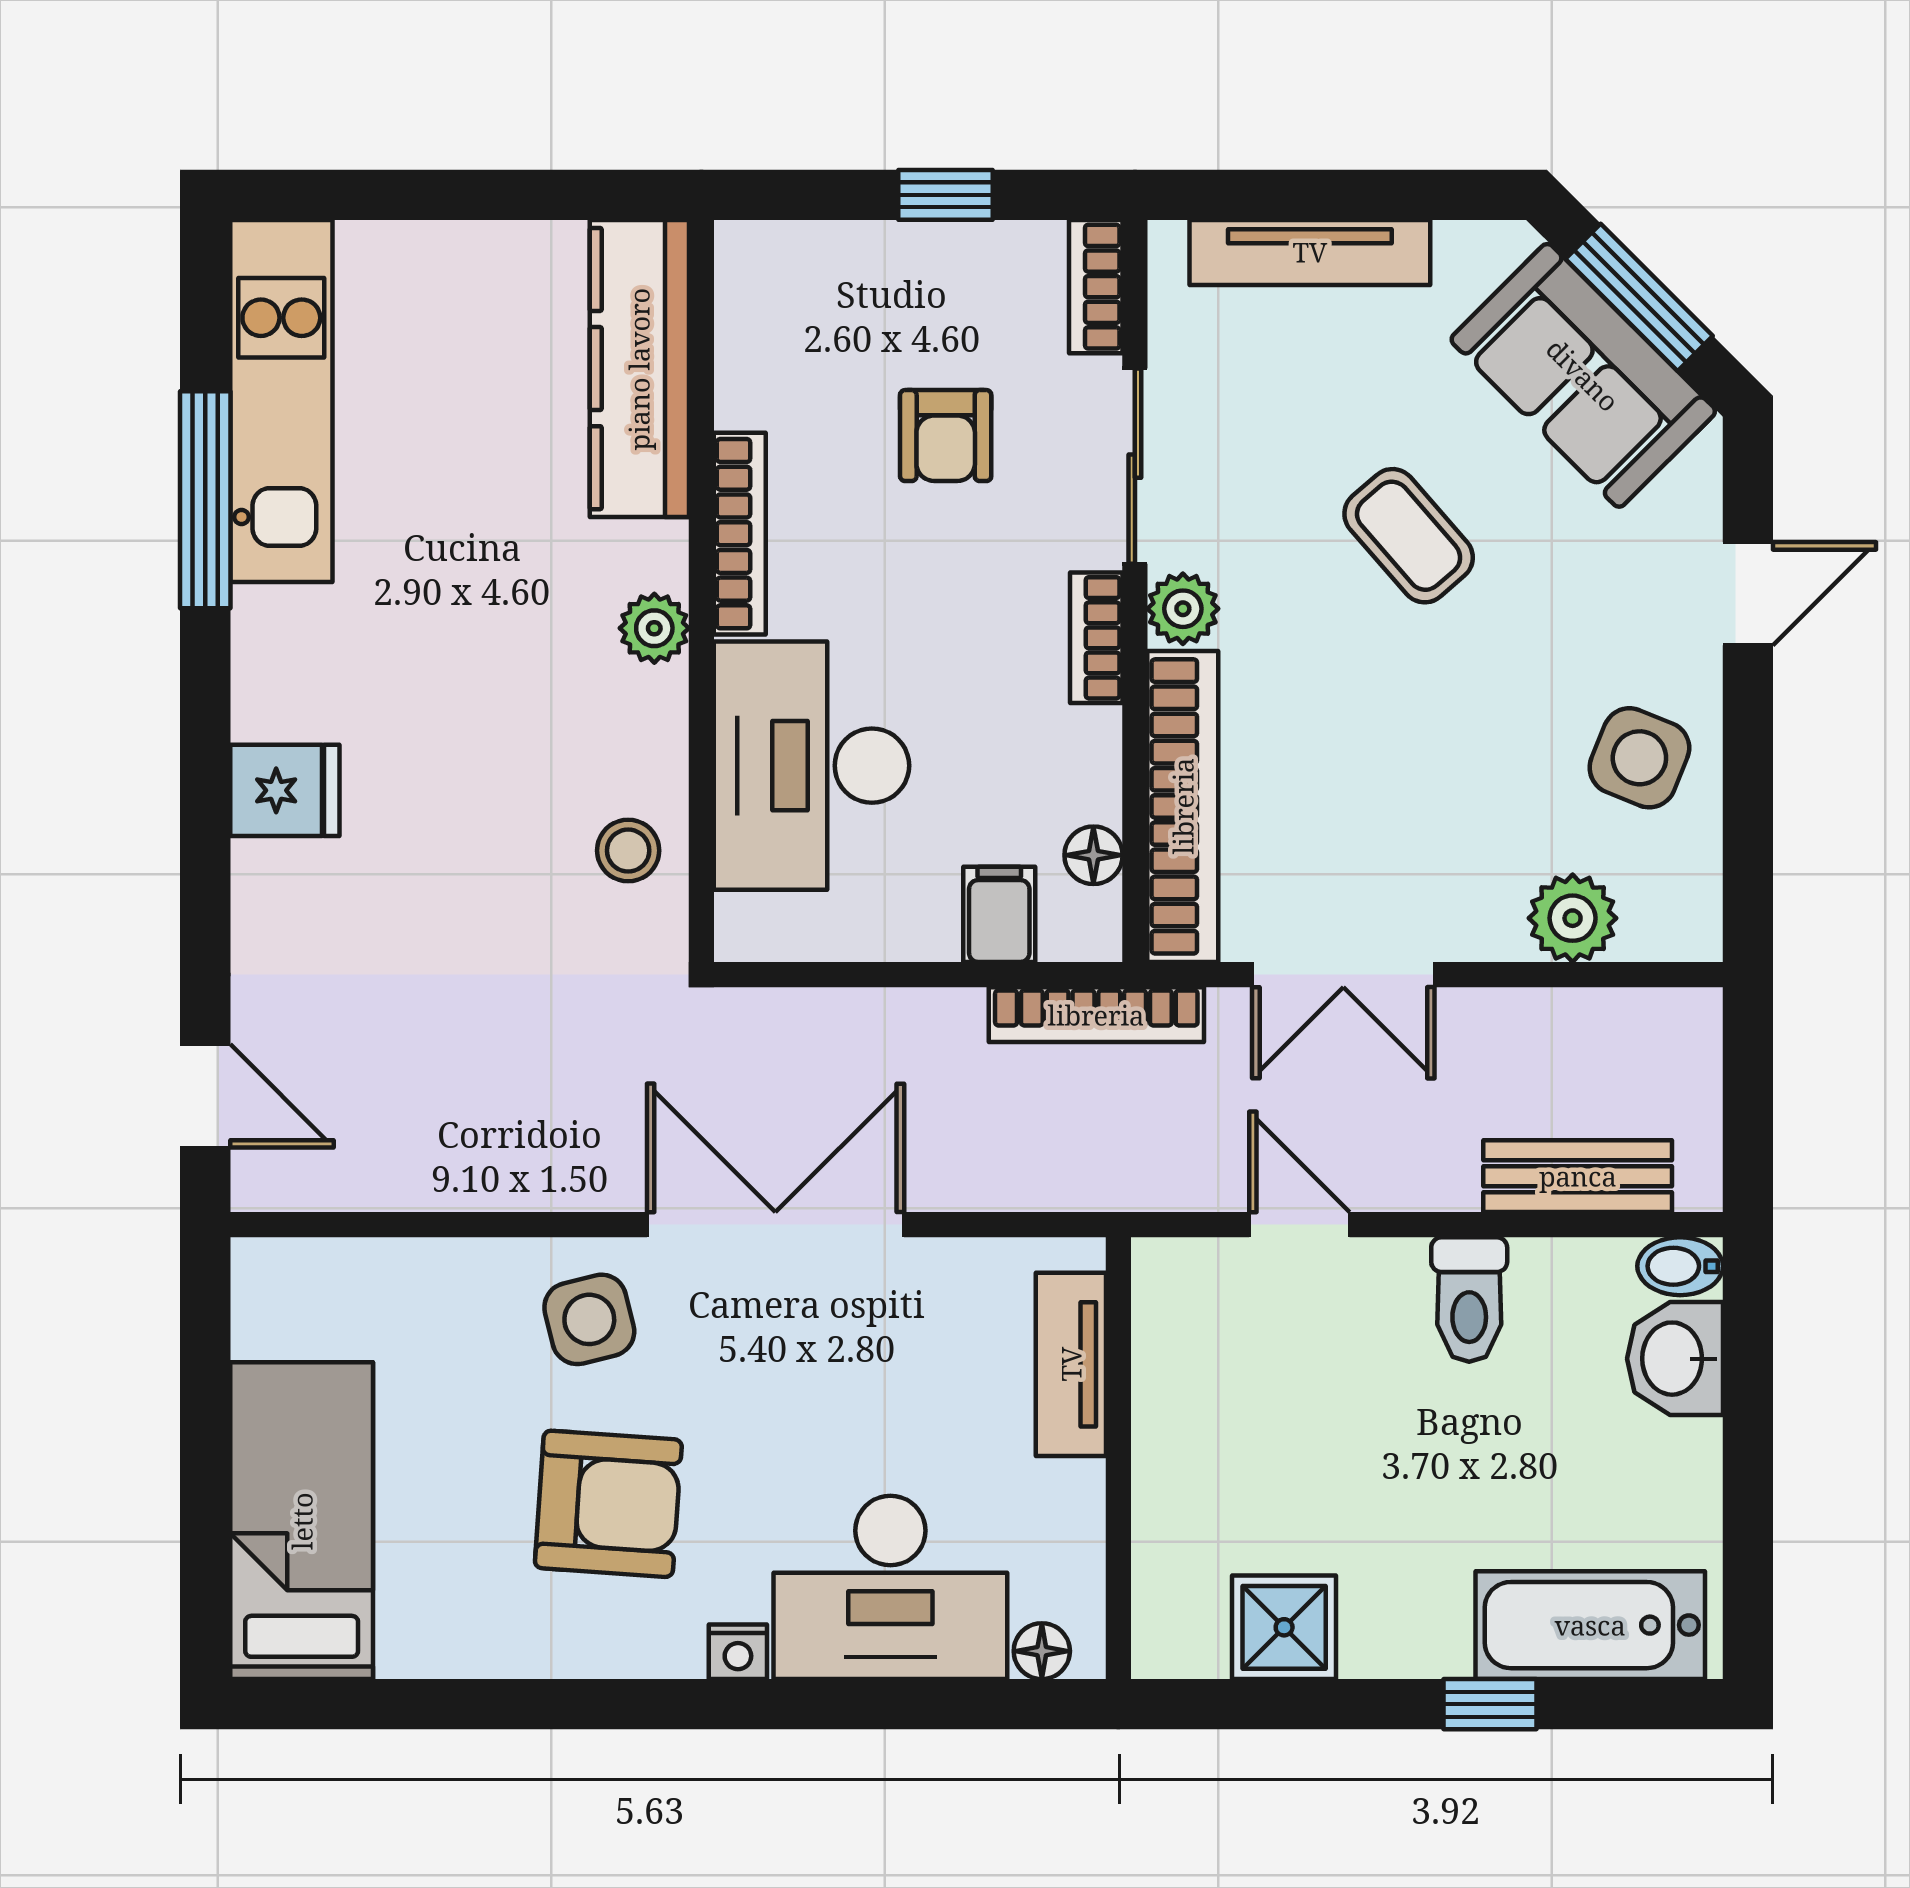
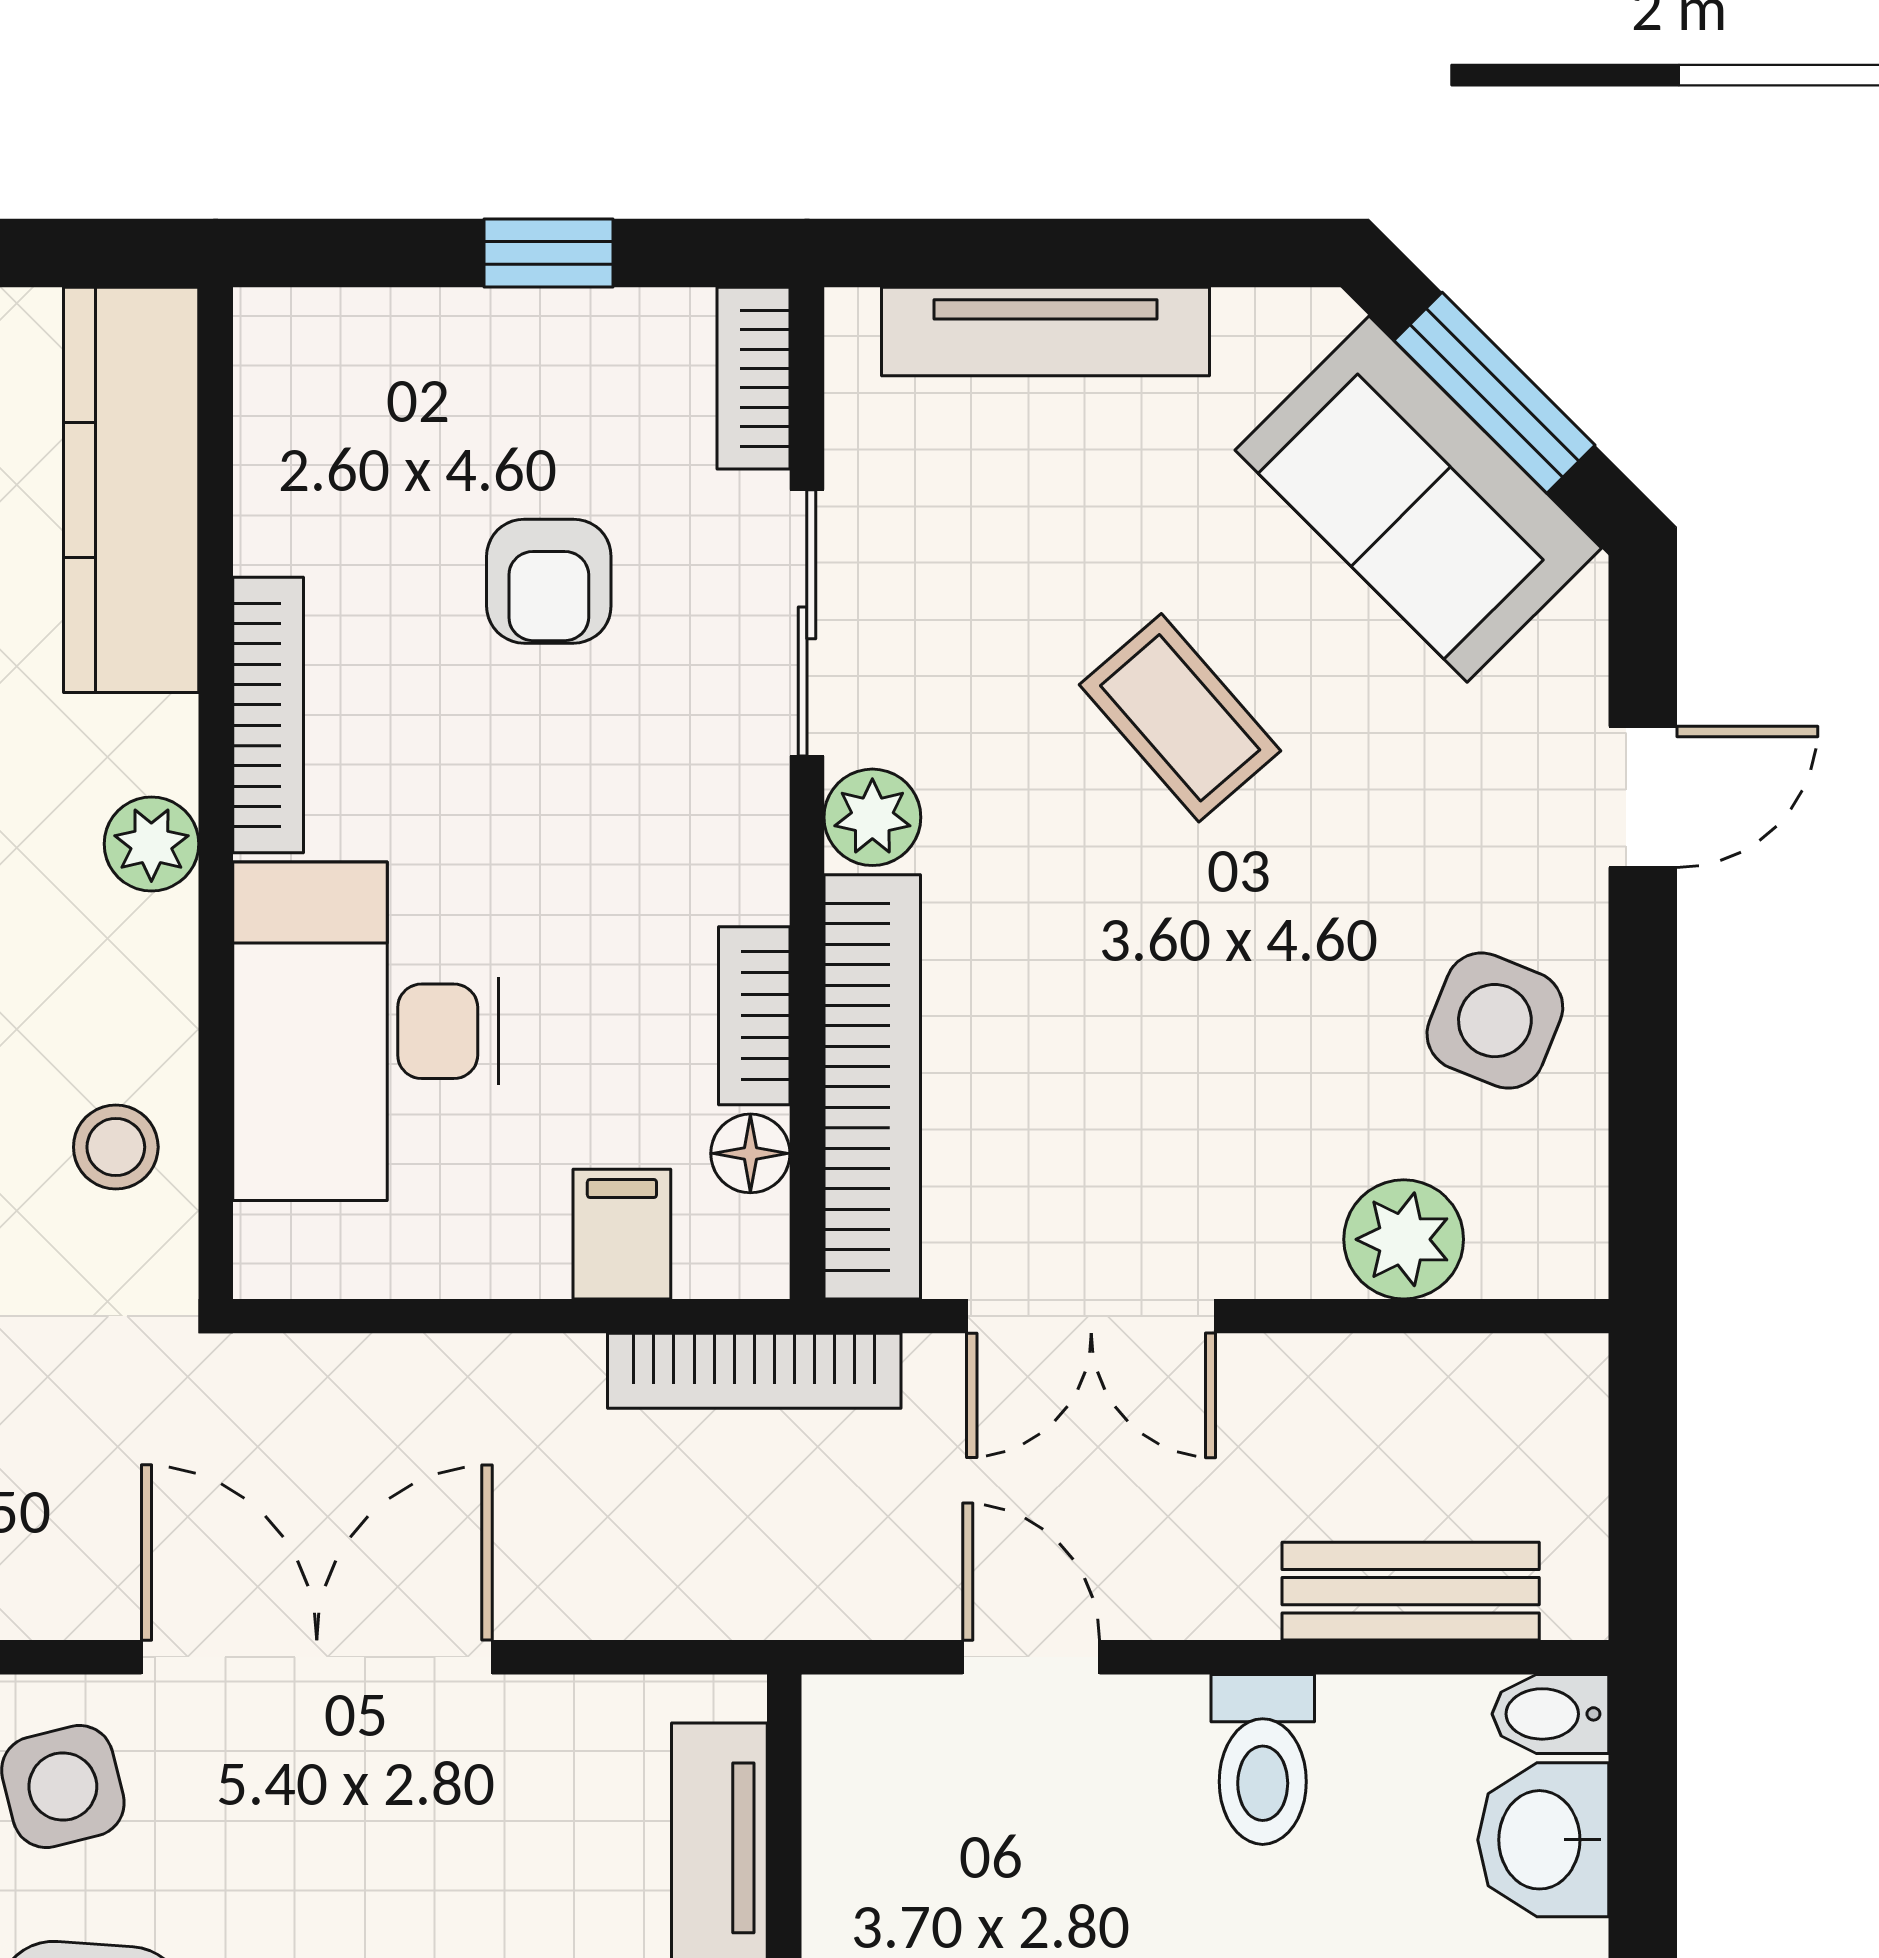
bookcase: (1096, 638) -> (754, 1016), moved

